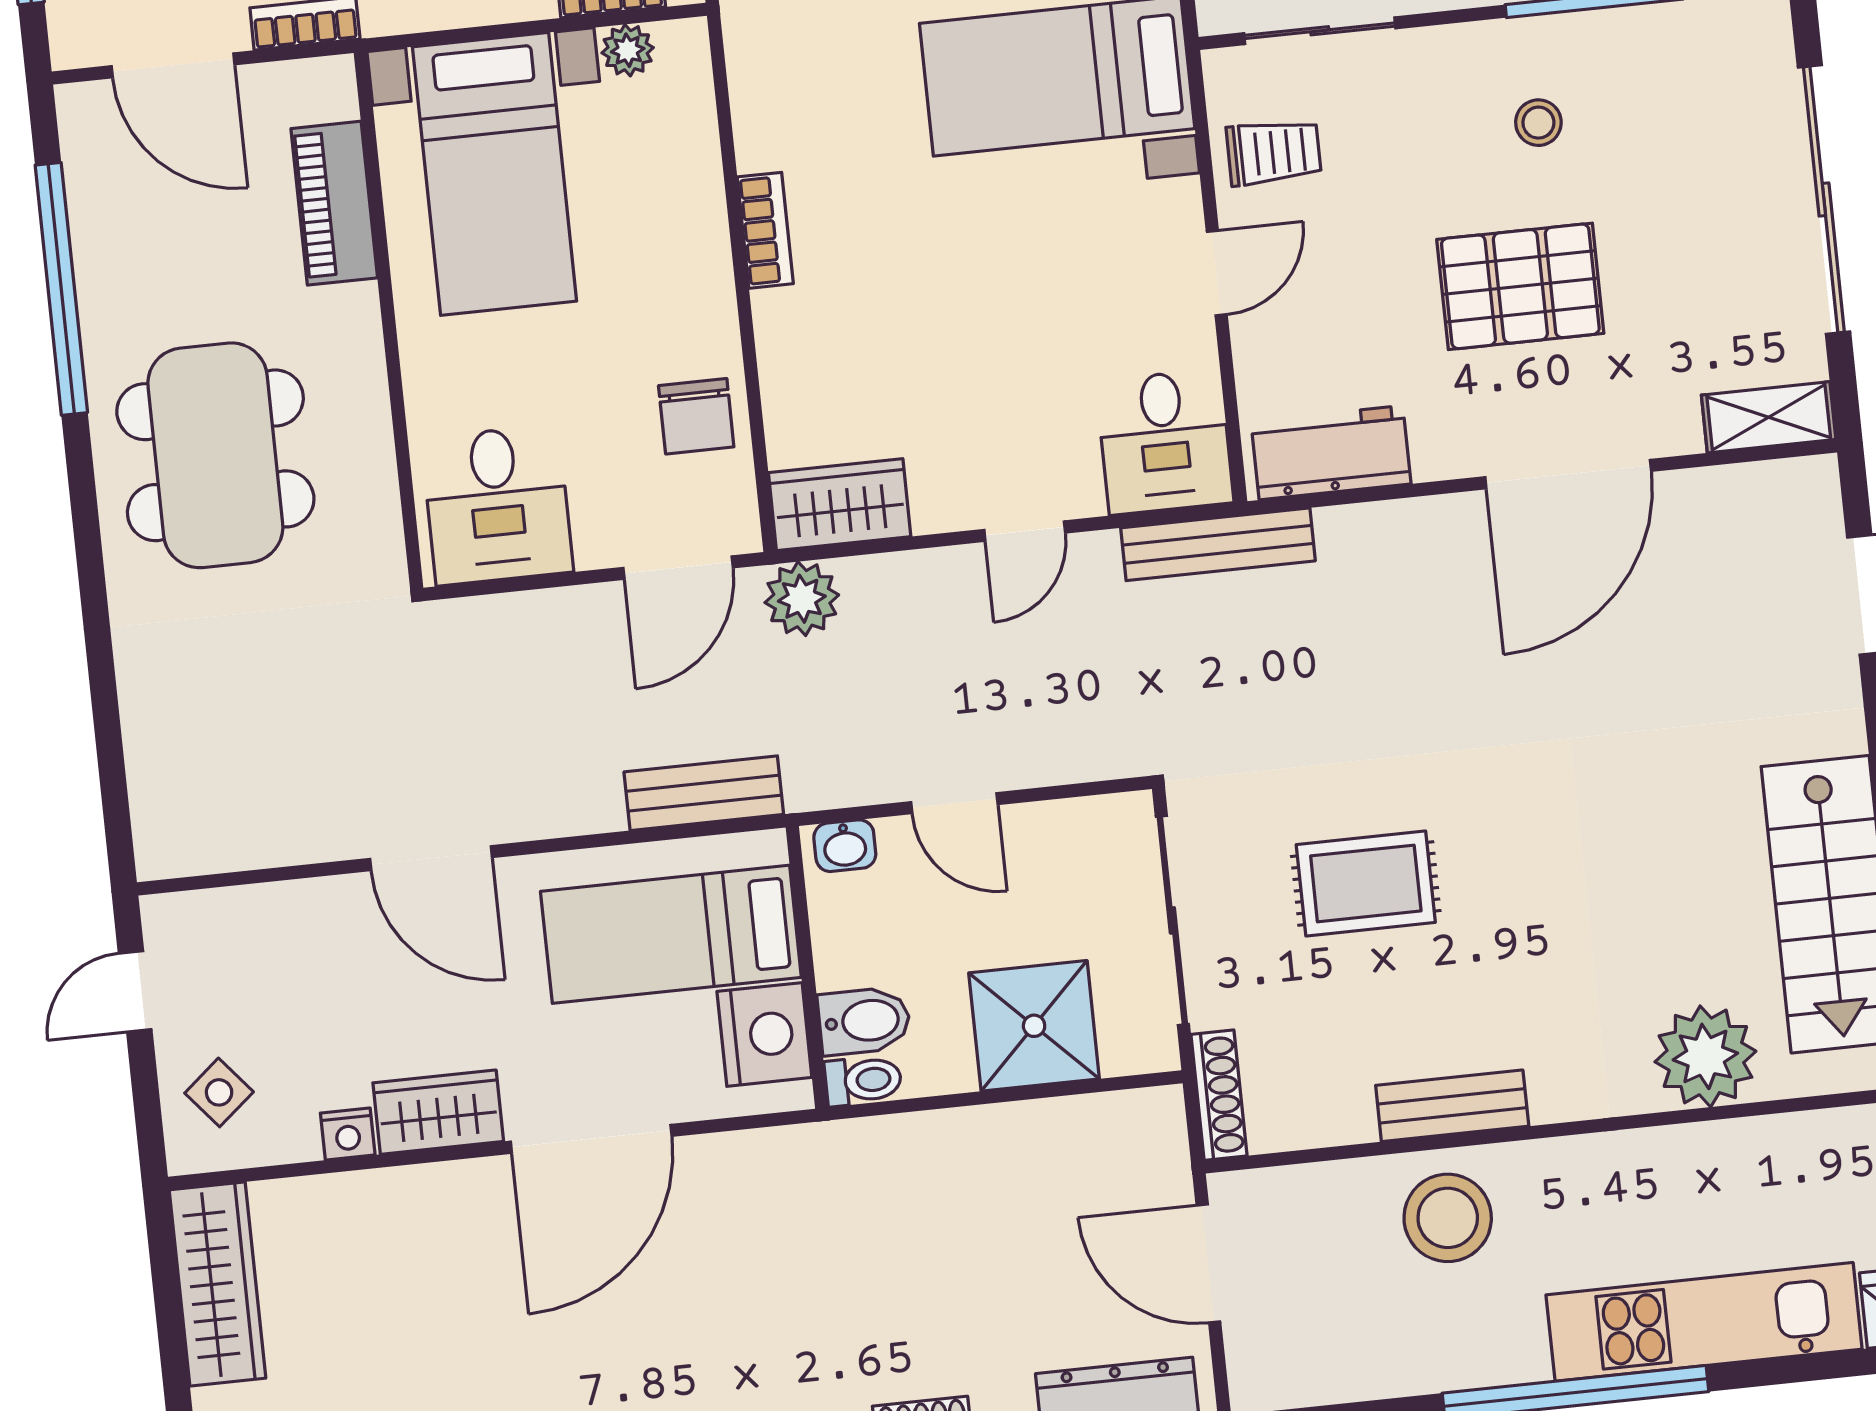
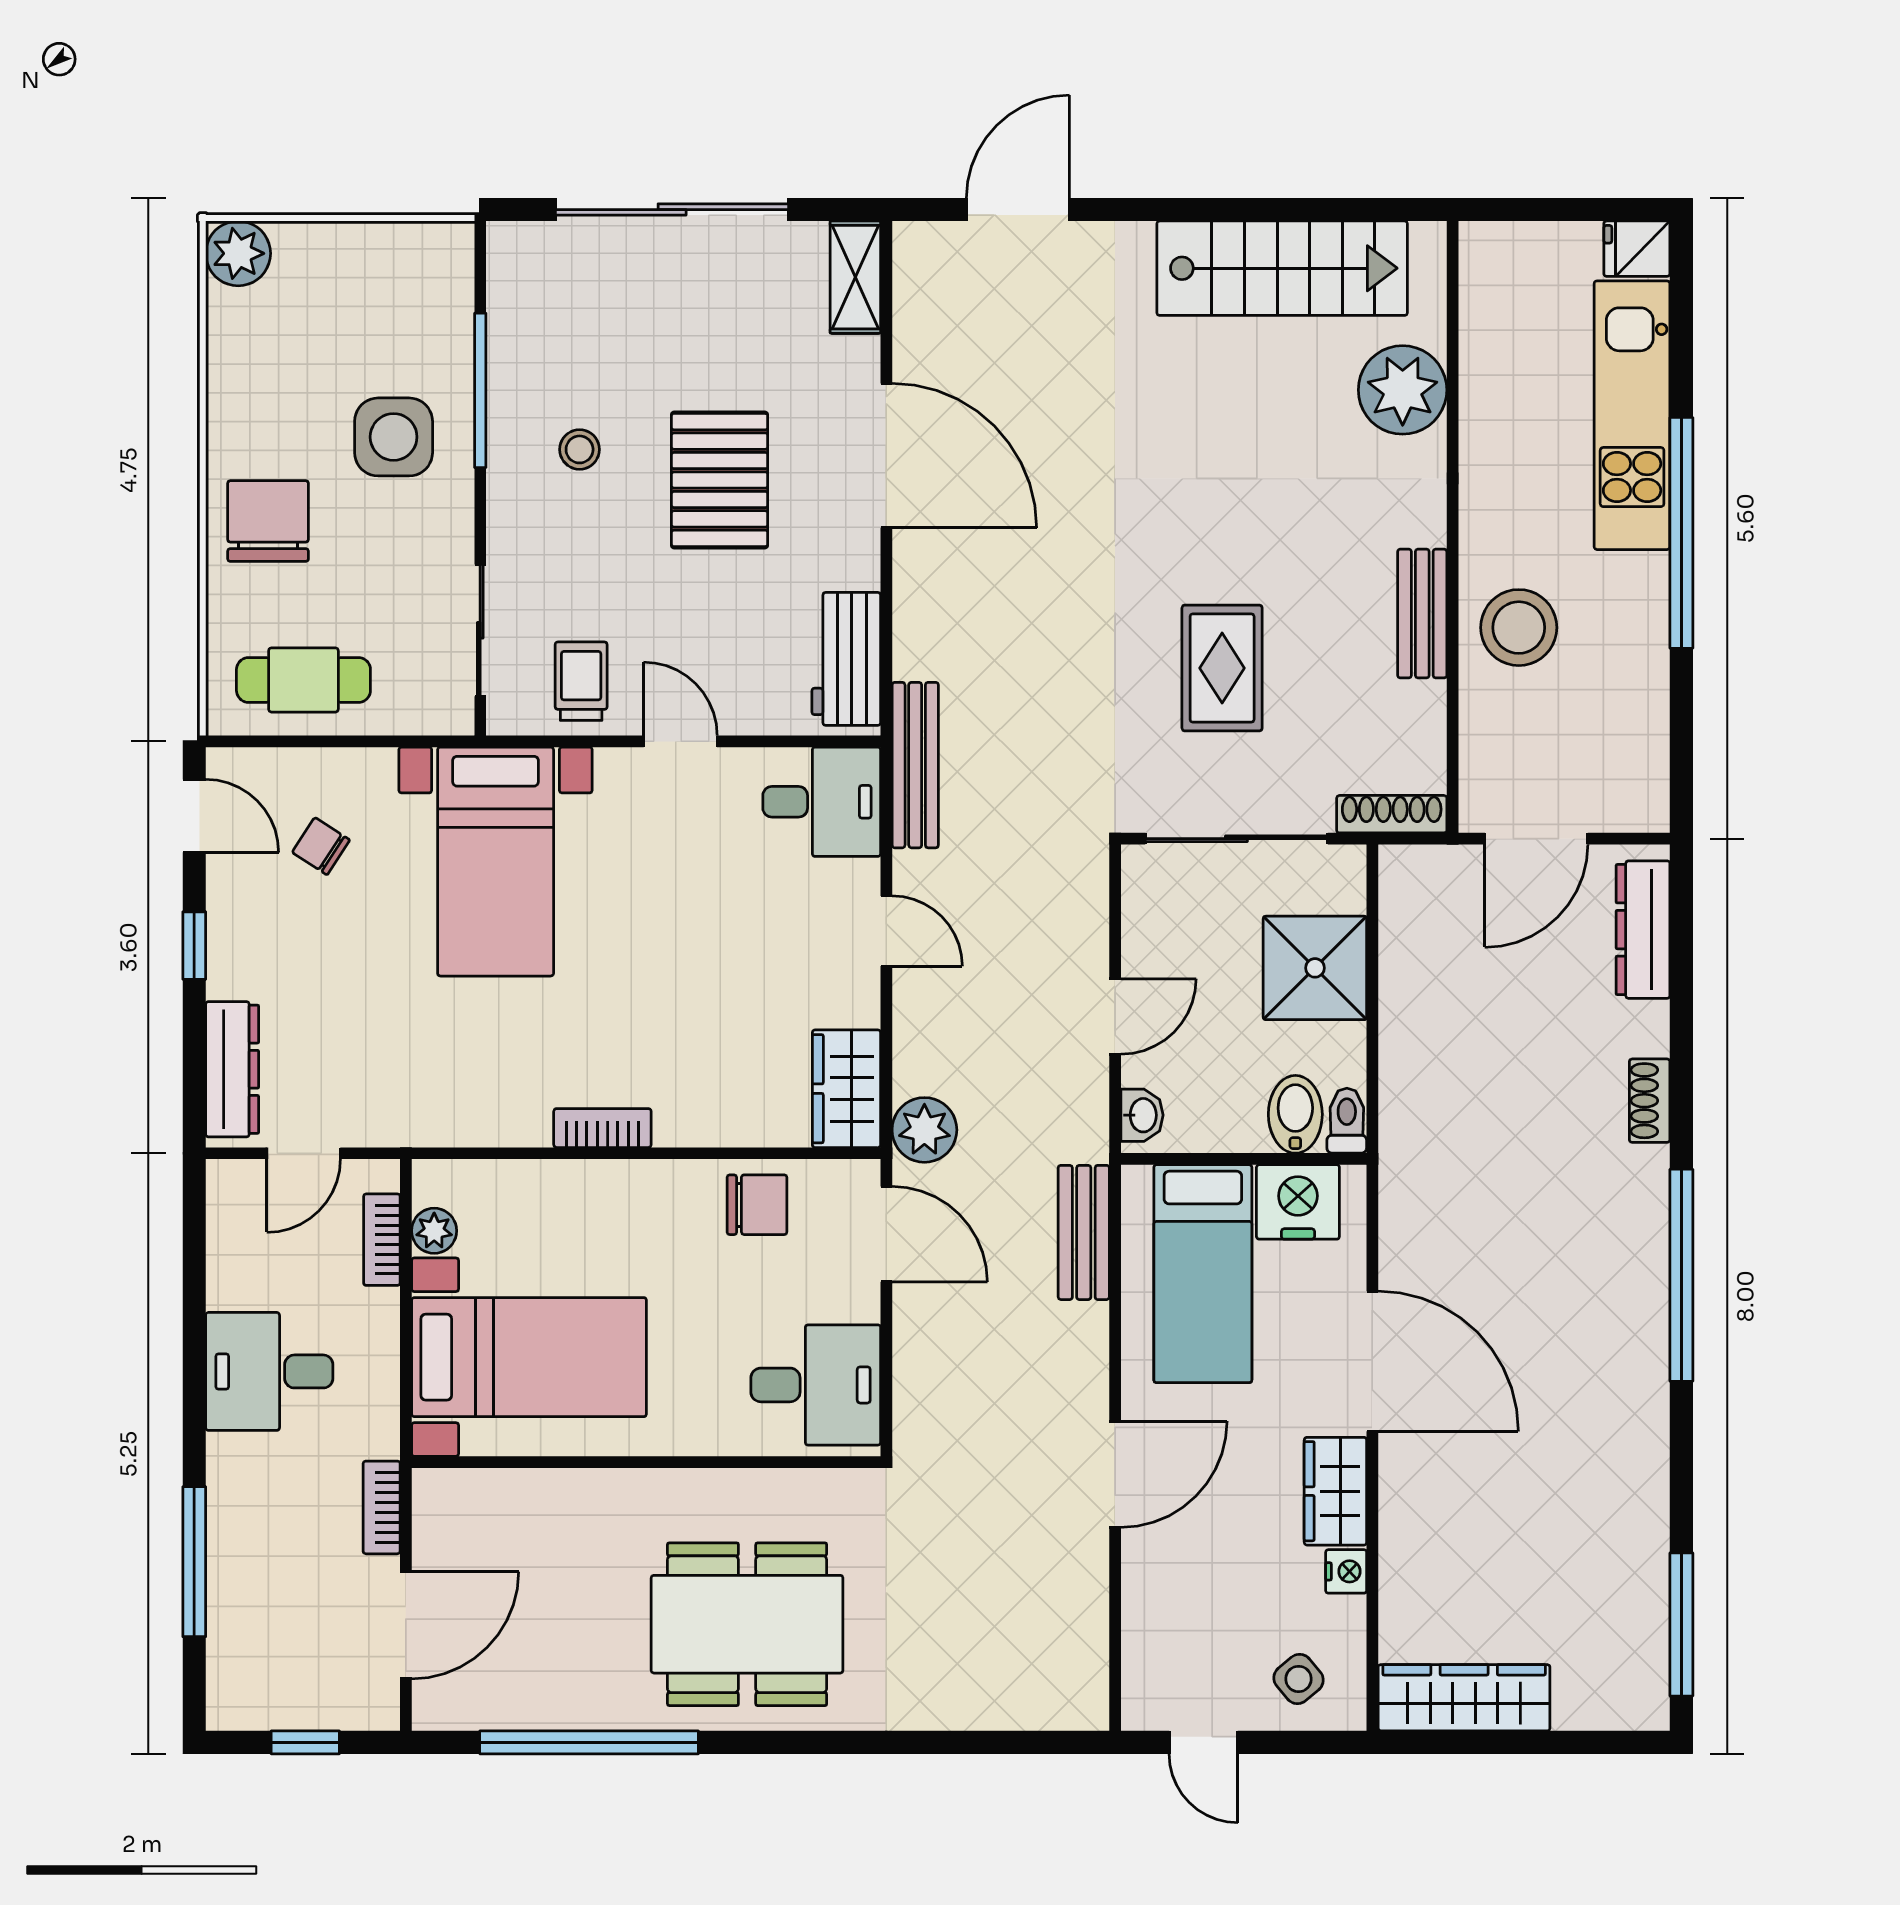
piano: (334, 203) -> (540, 1498), removed

